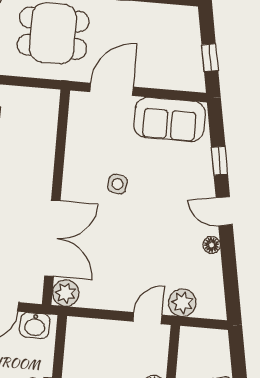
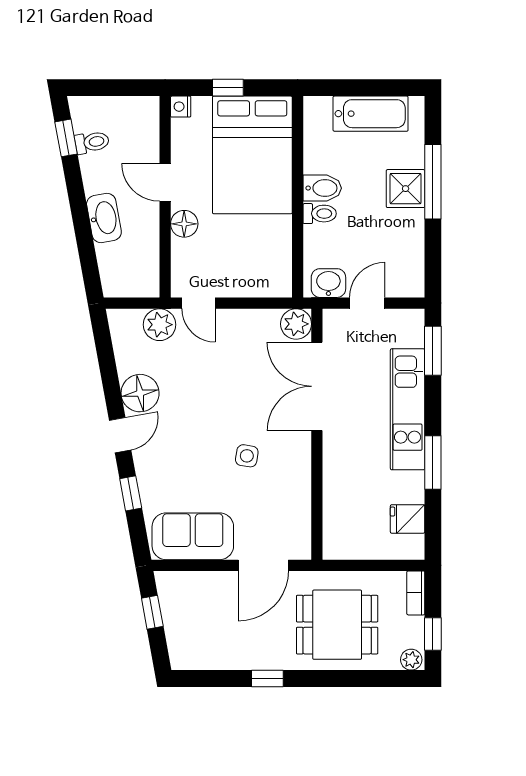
door: (224, 211) -> (120, 435), hinge flipped
floor lamp: (212, 245) -> (140, 393), width x1.89, depth x1.89
door: (147, 318) -> (198, 303), hinge flipped

